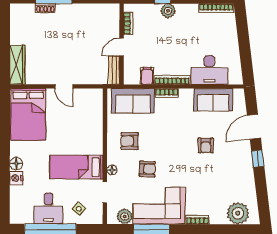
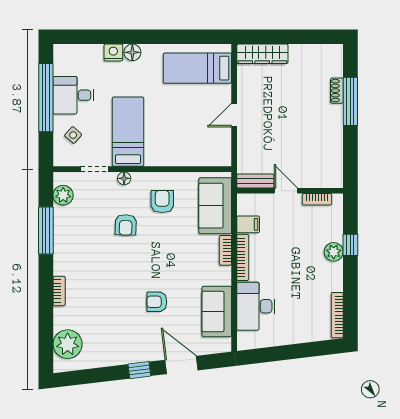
bed: (28, 114) -> (197, 68), width x0.67
corner sofa: (159, 206) -> (77, 241), removed

